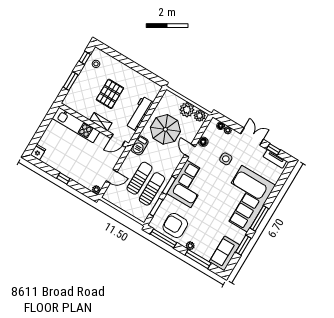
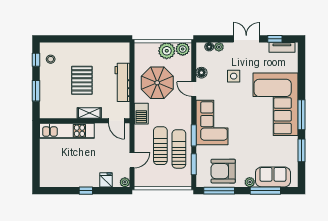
door: (118, 140) -> (116, 121), hinge flipped
fridge: (38, 152) -> (106, 180), moved
sofa: (224, 253) -> (273, 177), moved, turned 90

